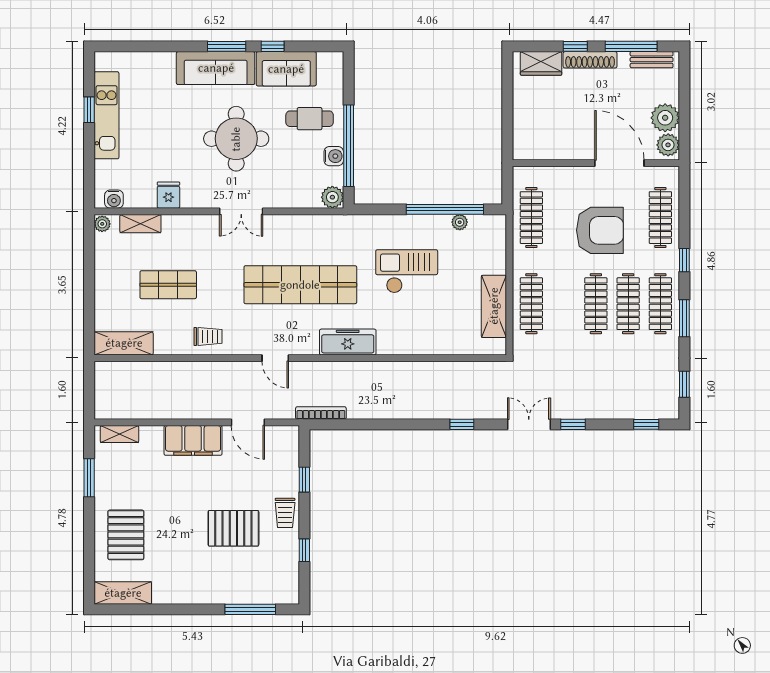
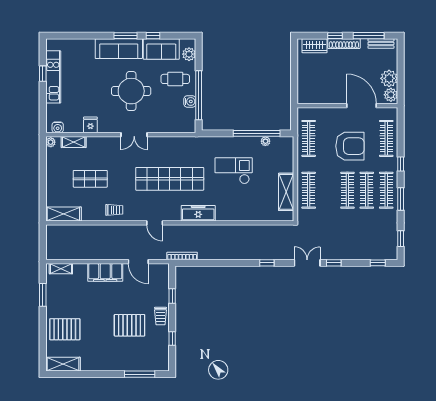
plant: (332, 197) -> (189, 54), moved
pallet: (126, 535) -> (65, 329), turned 90

